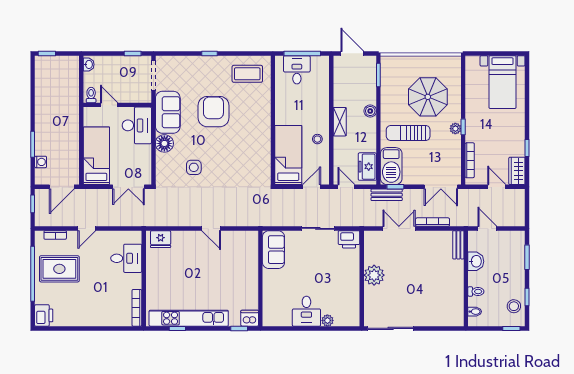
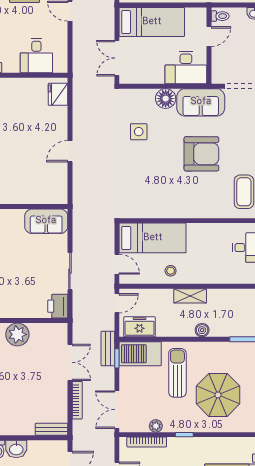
plant: (455, 129) -> (156, 426), moved
washbasin: (476, 261) -> (16, 449), moved

